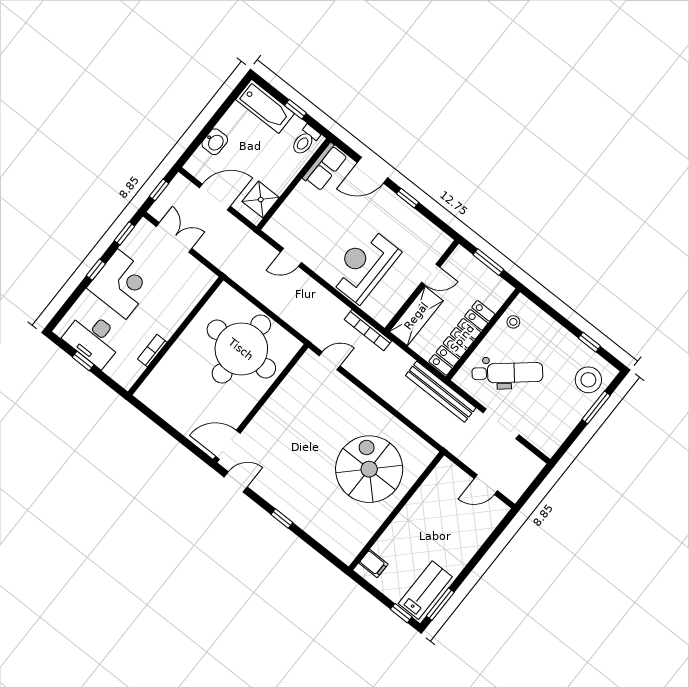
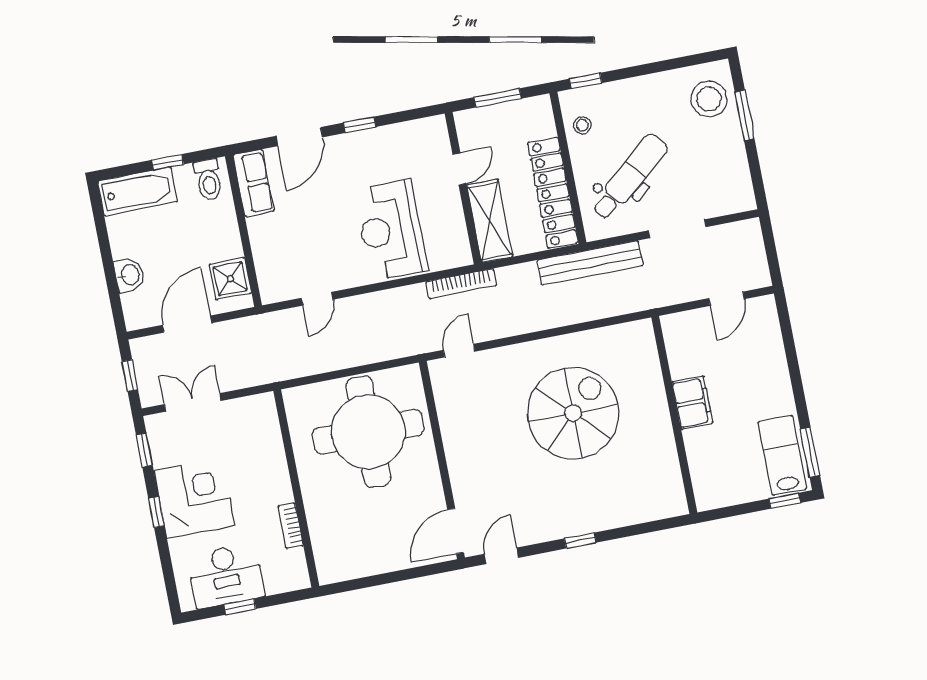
window: (589, 342) -> (586, 81), moved
spiral stairs: (369, 469) -> (573, 413), moved, turned 90
filing cabinet: (373, 564) -> (692, 403), moved, width x2.00

